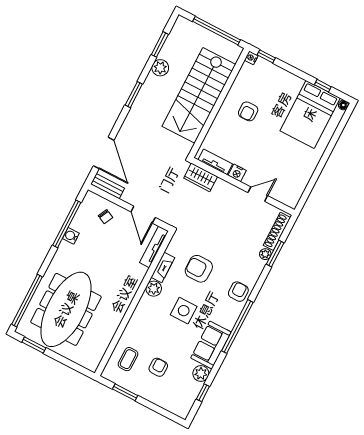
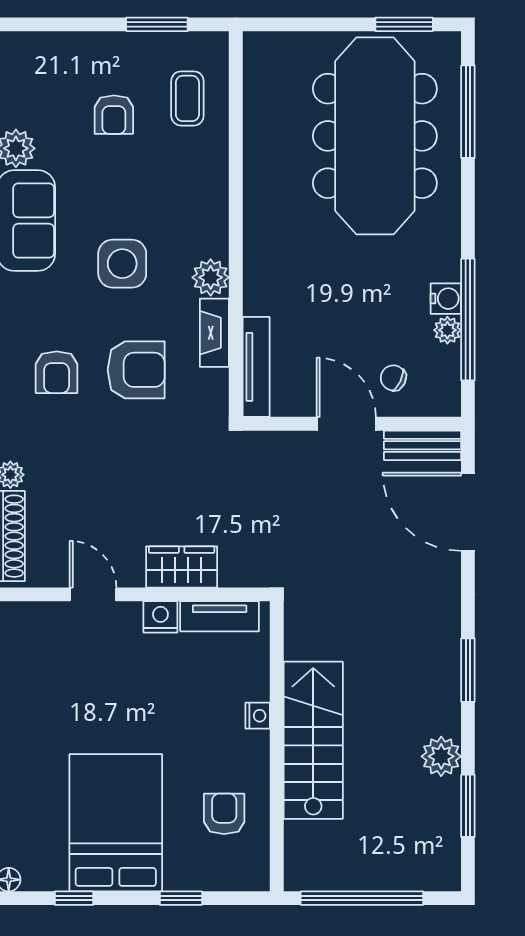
window: (266, 56) -> (181, 898), moved
nightstand: (251, 58) -> (258, 716), moved
stairs: (199, 95) -> (313, 740), width x0.73, depth x0.66
armchair: (248, 111) -> (224, 814), moved
bed: (310, 114) -> (116, 823), moved
wardrobe: (201, 177) -> (182, 567), moved
door: (258, 194) -> (93, 594), swing flipped
door: (143, 215) -> (346, 424), moved
plant: (76, 224) -> (447, 330), added
armchair: (238, 292) -> (57, 372), moved
window: (27, 301) -> (468, 112), width x0.68

